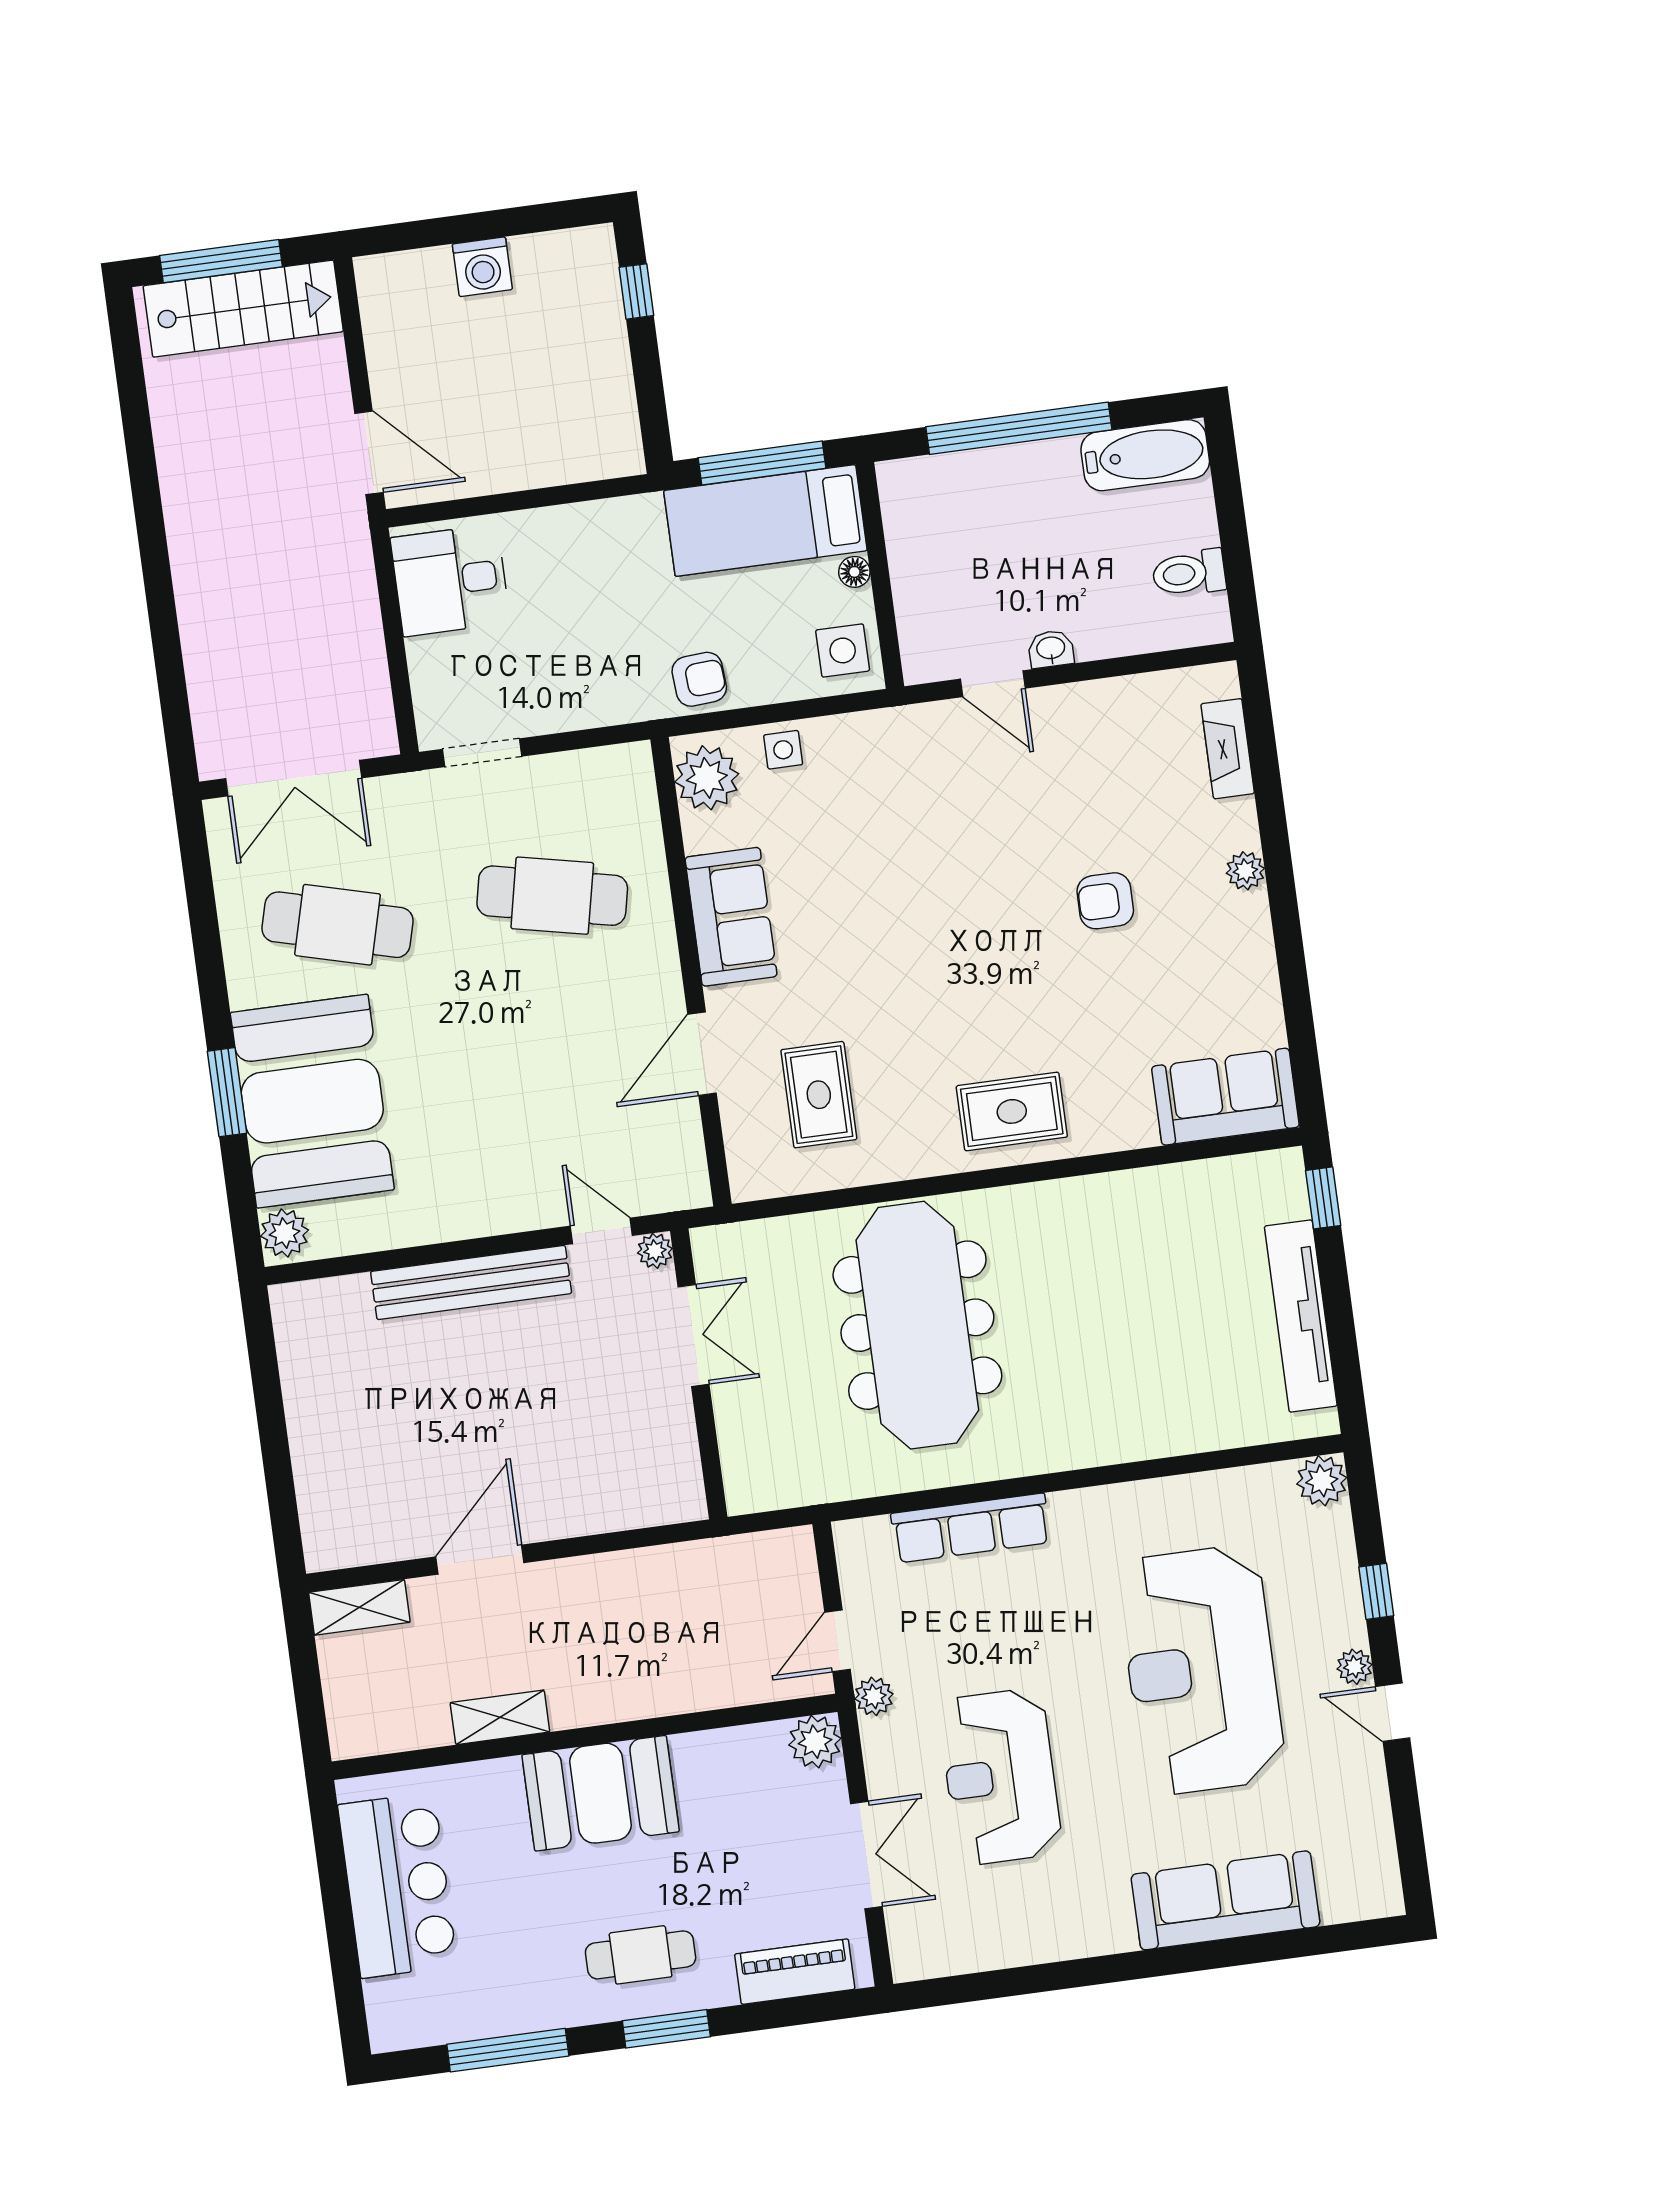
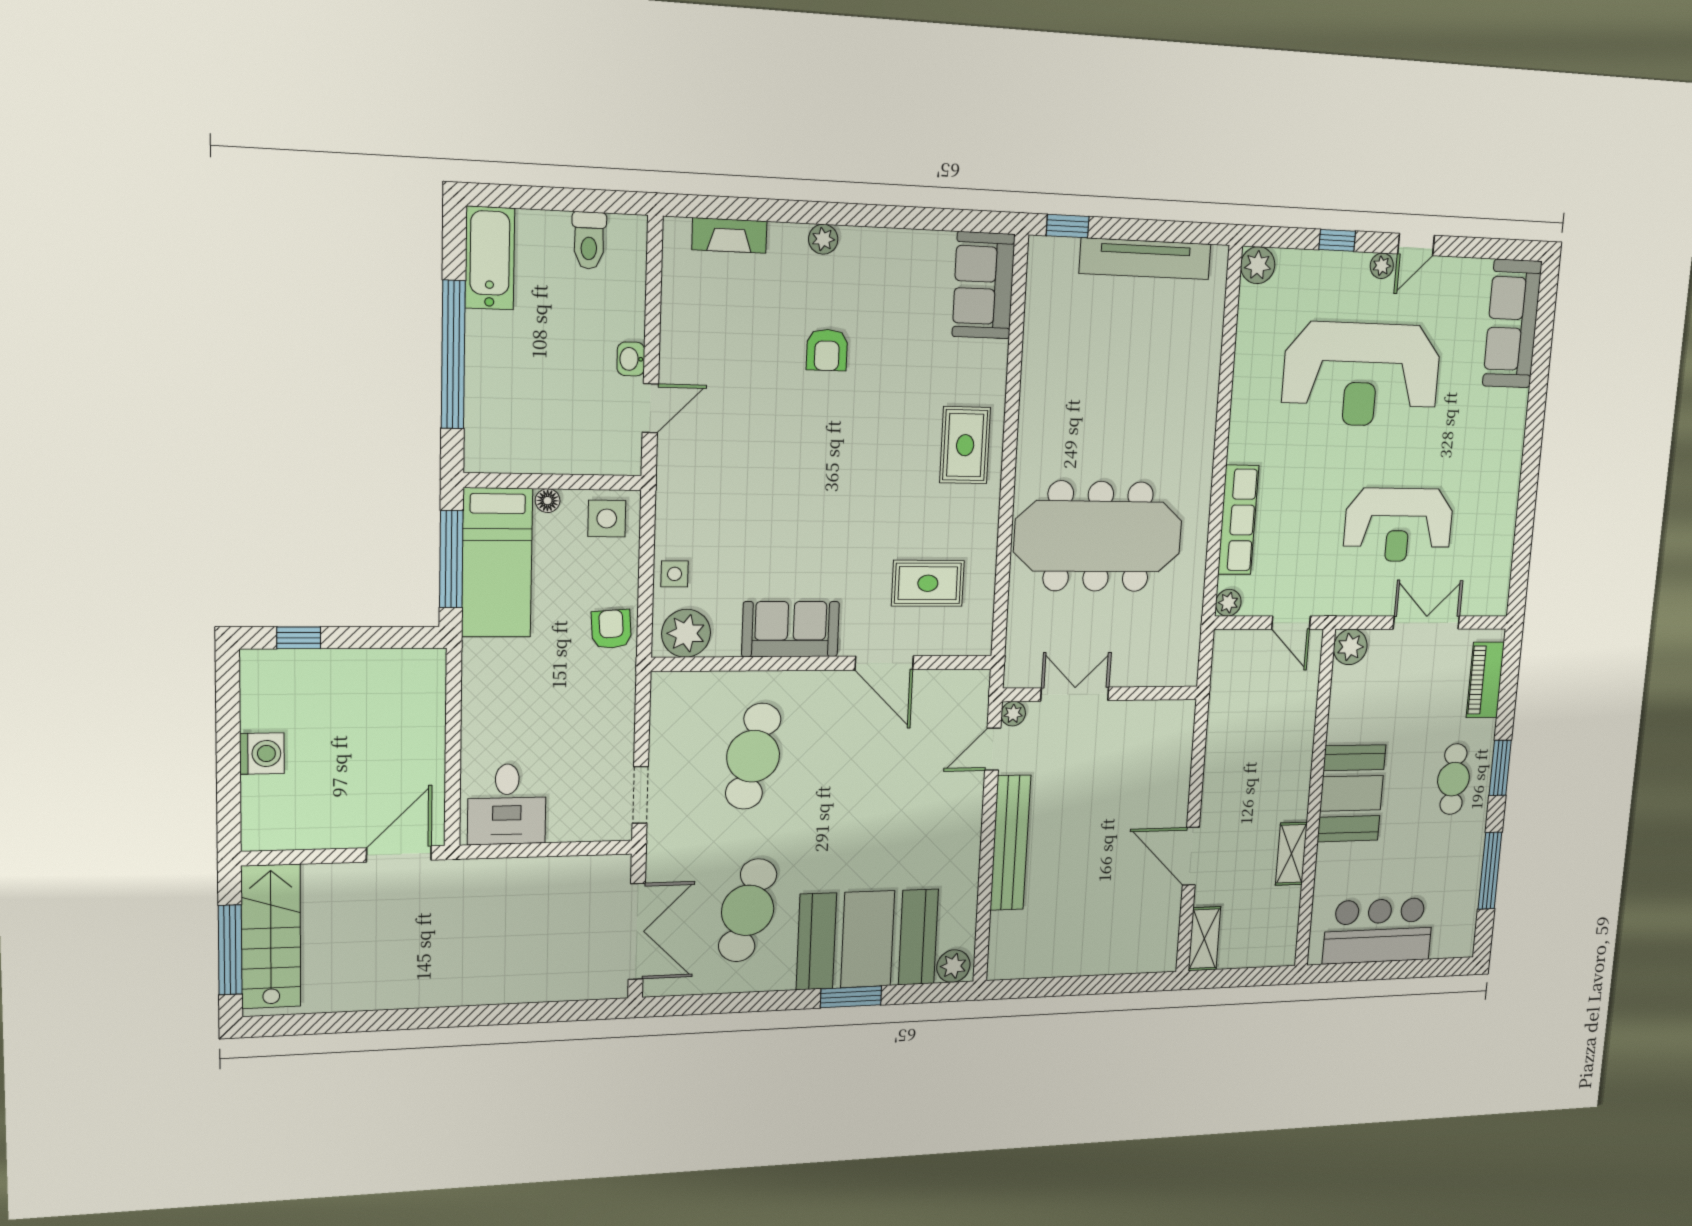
plant: (874, 1696) -> (1228, 603), moved
sofa: (1225, 1900) -> (1512, 324), moved

